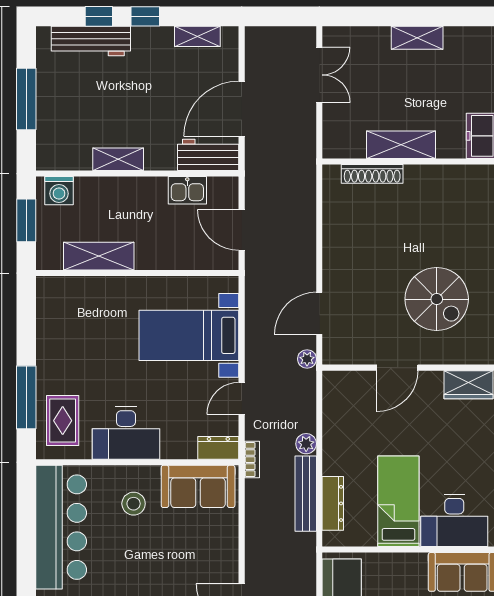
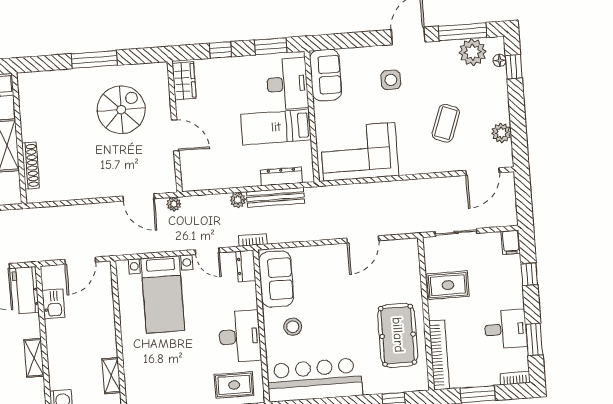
shelving: (99, 256) -> (111, 376), width x0.67, depth x0.75

